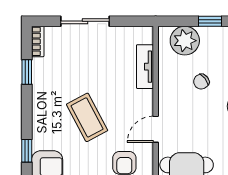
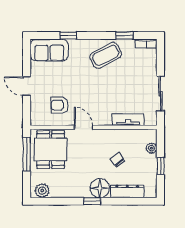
sliding door: (85, 21) -> (160, 94), moved
plant: (185, 41) -> (151, 148), width x0.53, depth x0.53
coffee table: (87, 117) -> (106, 55), moved

